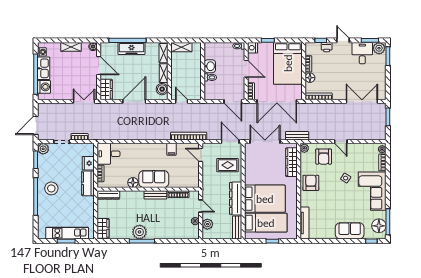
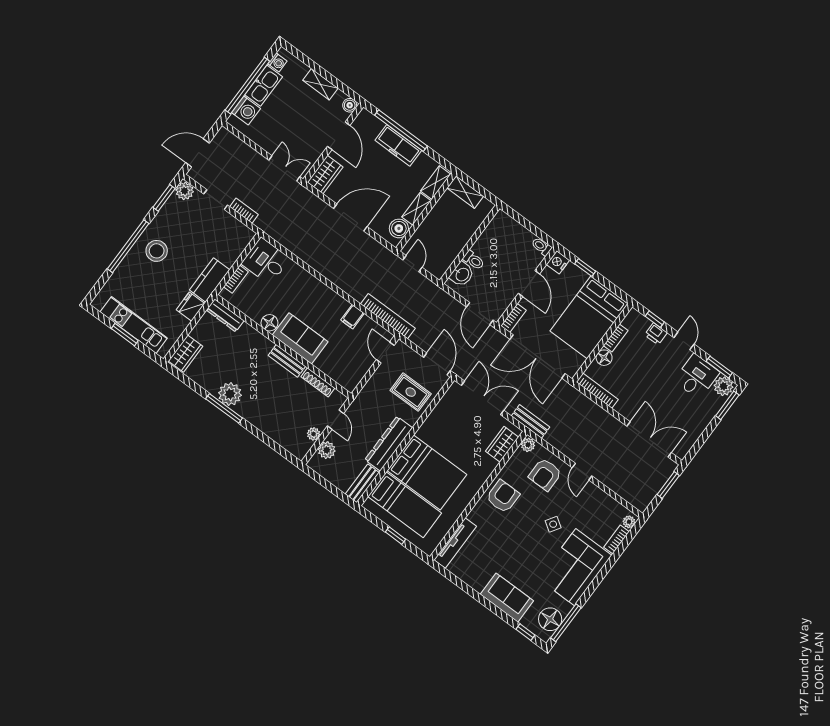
washbasin: (210, 66) -> (462, 274), moved
wardrobe: (291, 162) -> (502, 444), width x0.67
fridge: (88, 163) -> (190, 307), moved

